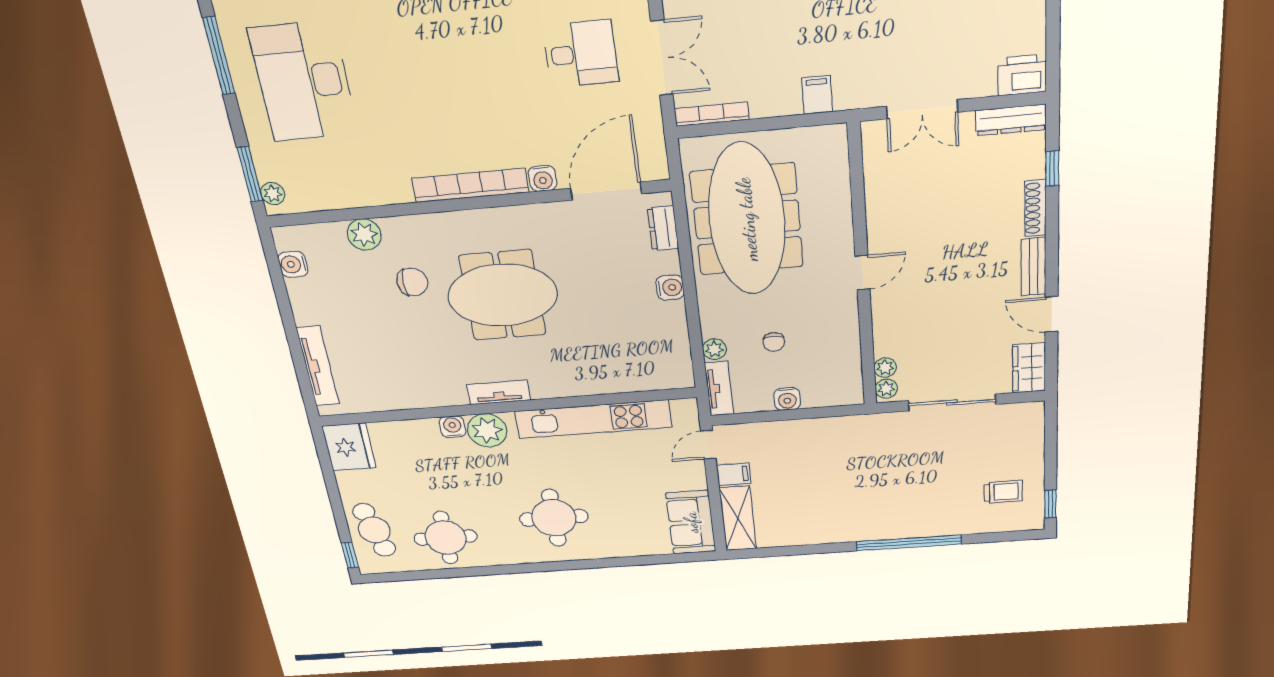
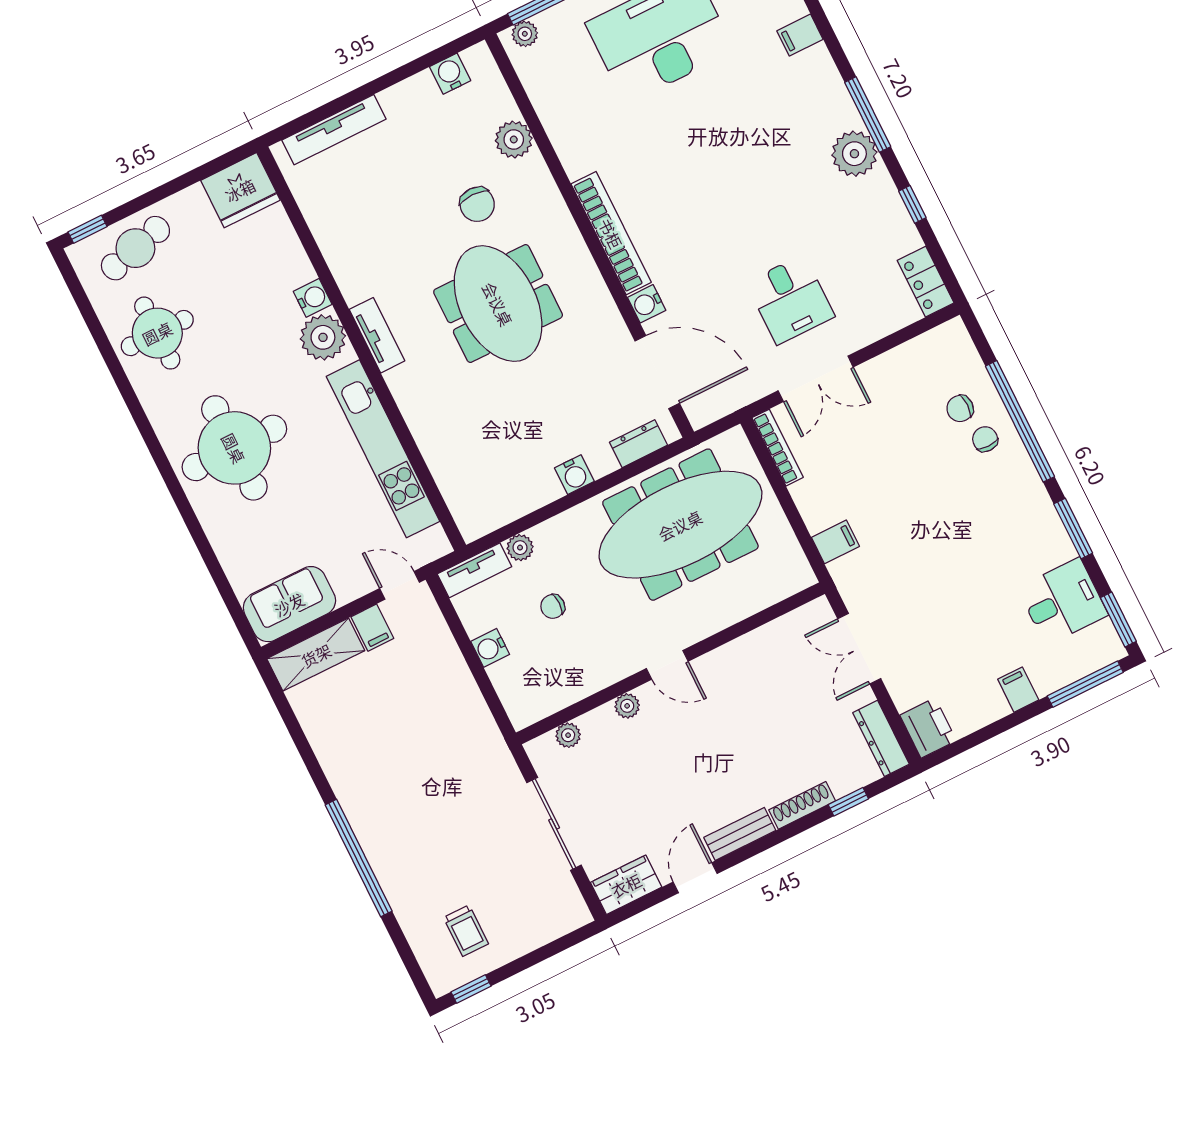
plant: (886, 389) -> (627, 706), moved
round table: (554, 518) -> (234, 448), width x1.36, depth x1.36

